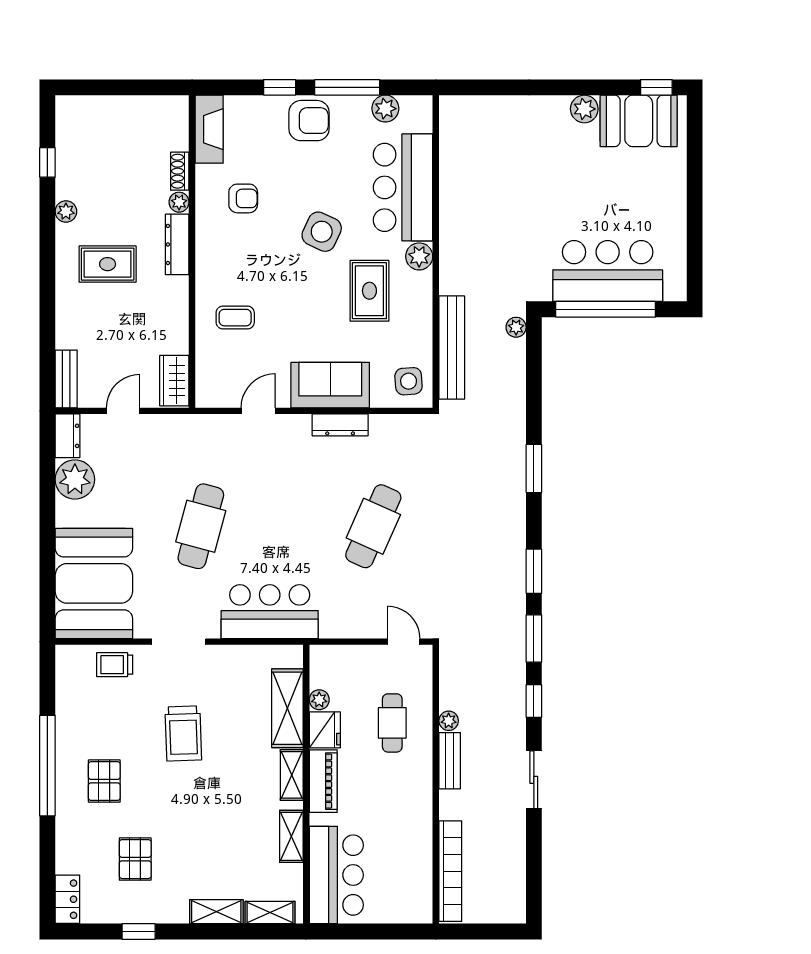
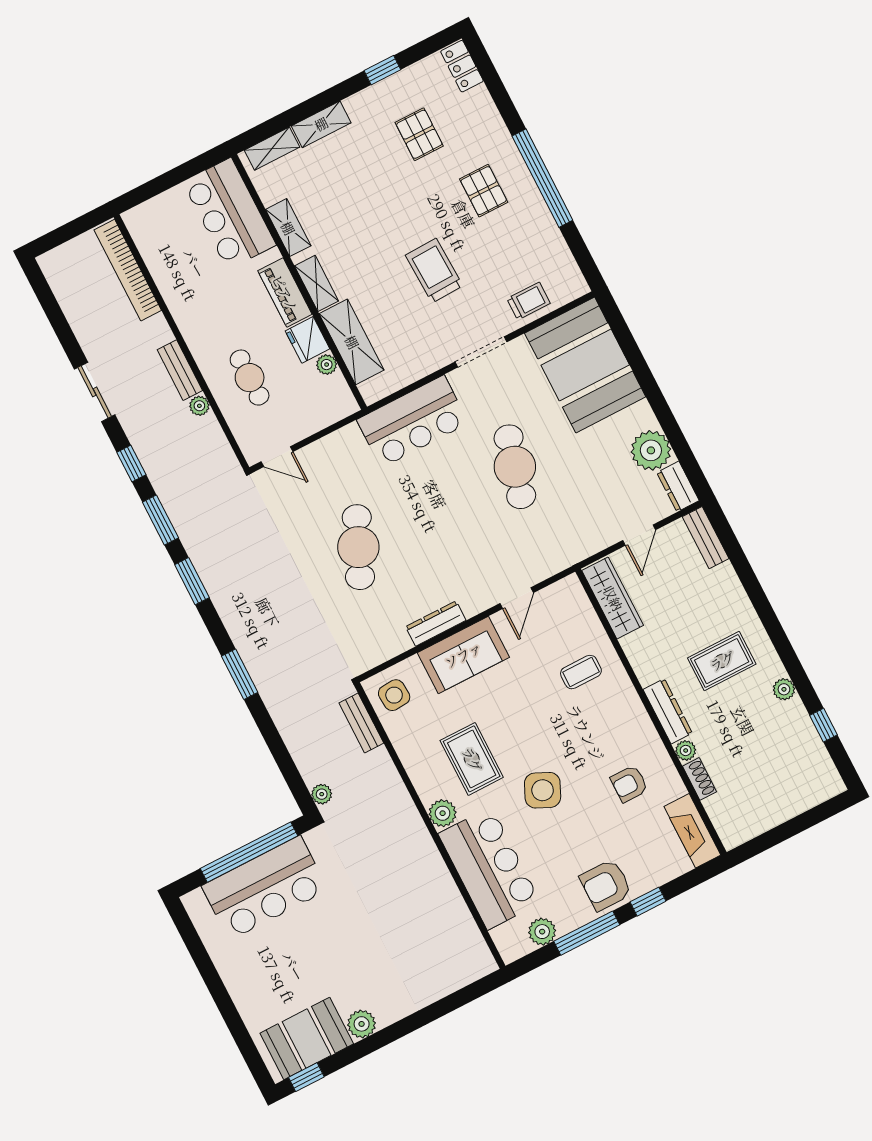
bench: (452, 348) -> (361, 723), width x0.54, depth x0.82
wardrobe: (174, 381) -> (613, 598), width x1.50

